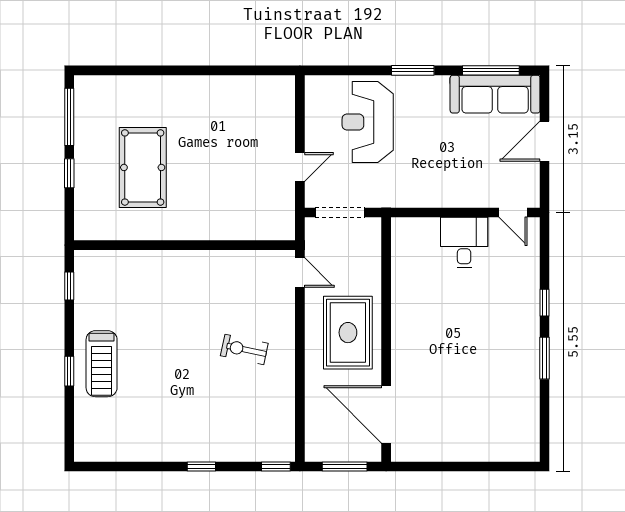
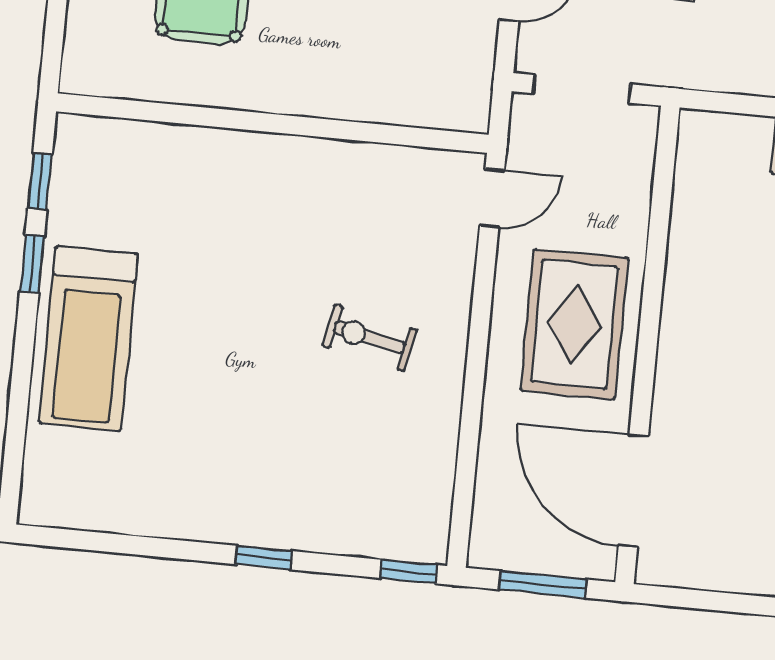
door: (300, 273) -> (492, 198), hinge flipped
treadmill: (102, 364) -> (88, 339), width x1.37, depth x1.38
window: (69, 371) -> (32, 264), moved

